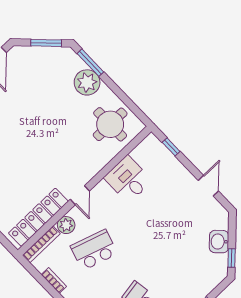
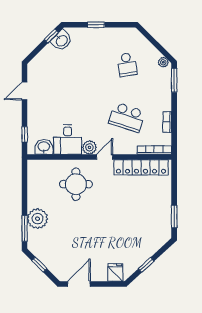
window: (46, 43) -> (39, 264), width x0.67
round table: (110, 124) -> (76, 184), moved
washbasin: (143, 152) -> (44, 147), added
plant: (66, 225) -> (89, 147), moved
washbasin: (219, 242) -> (61, 40), moved

